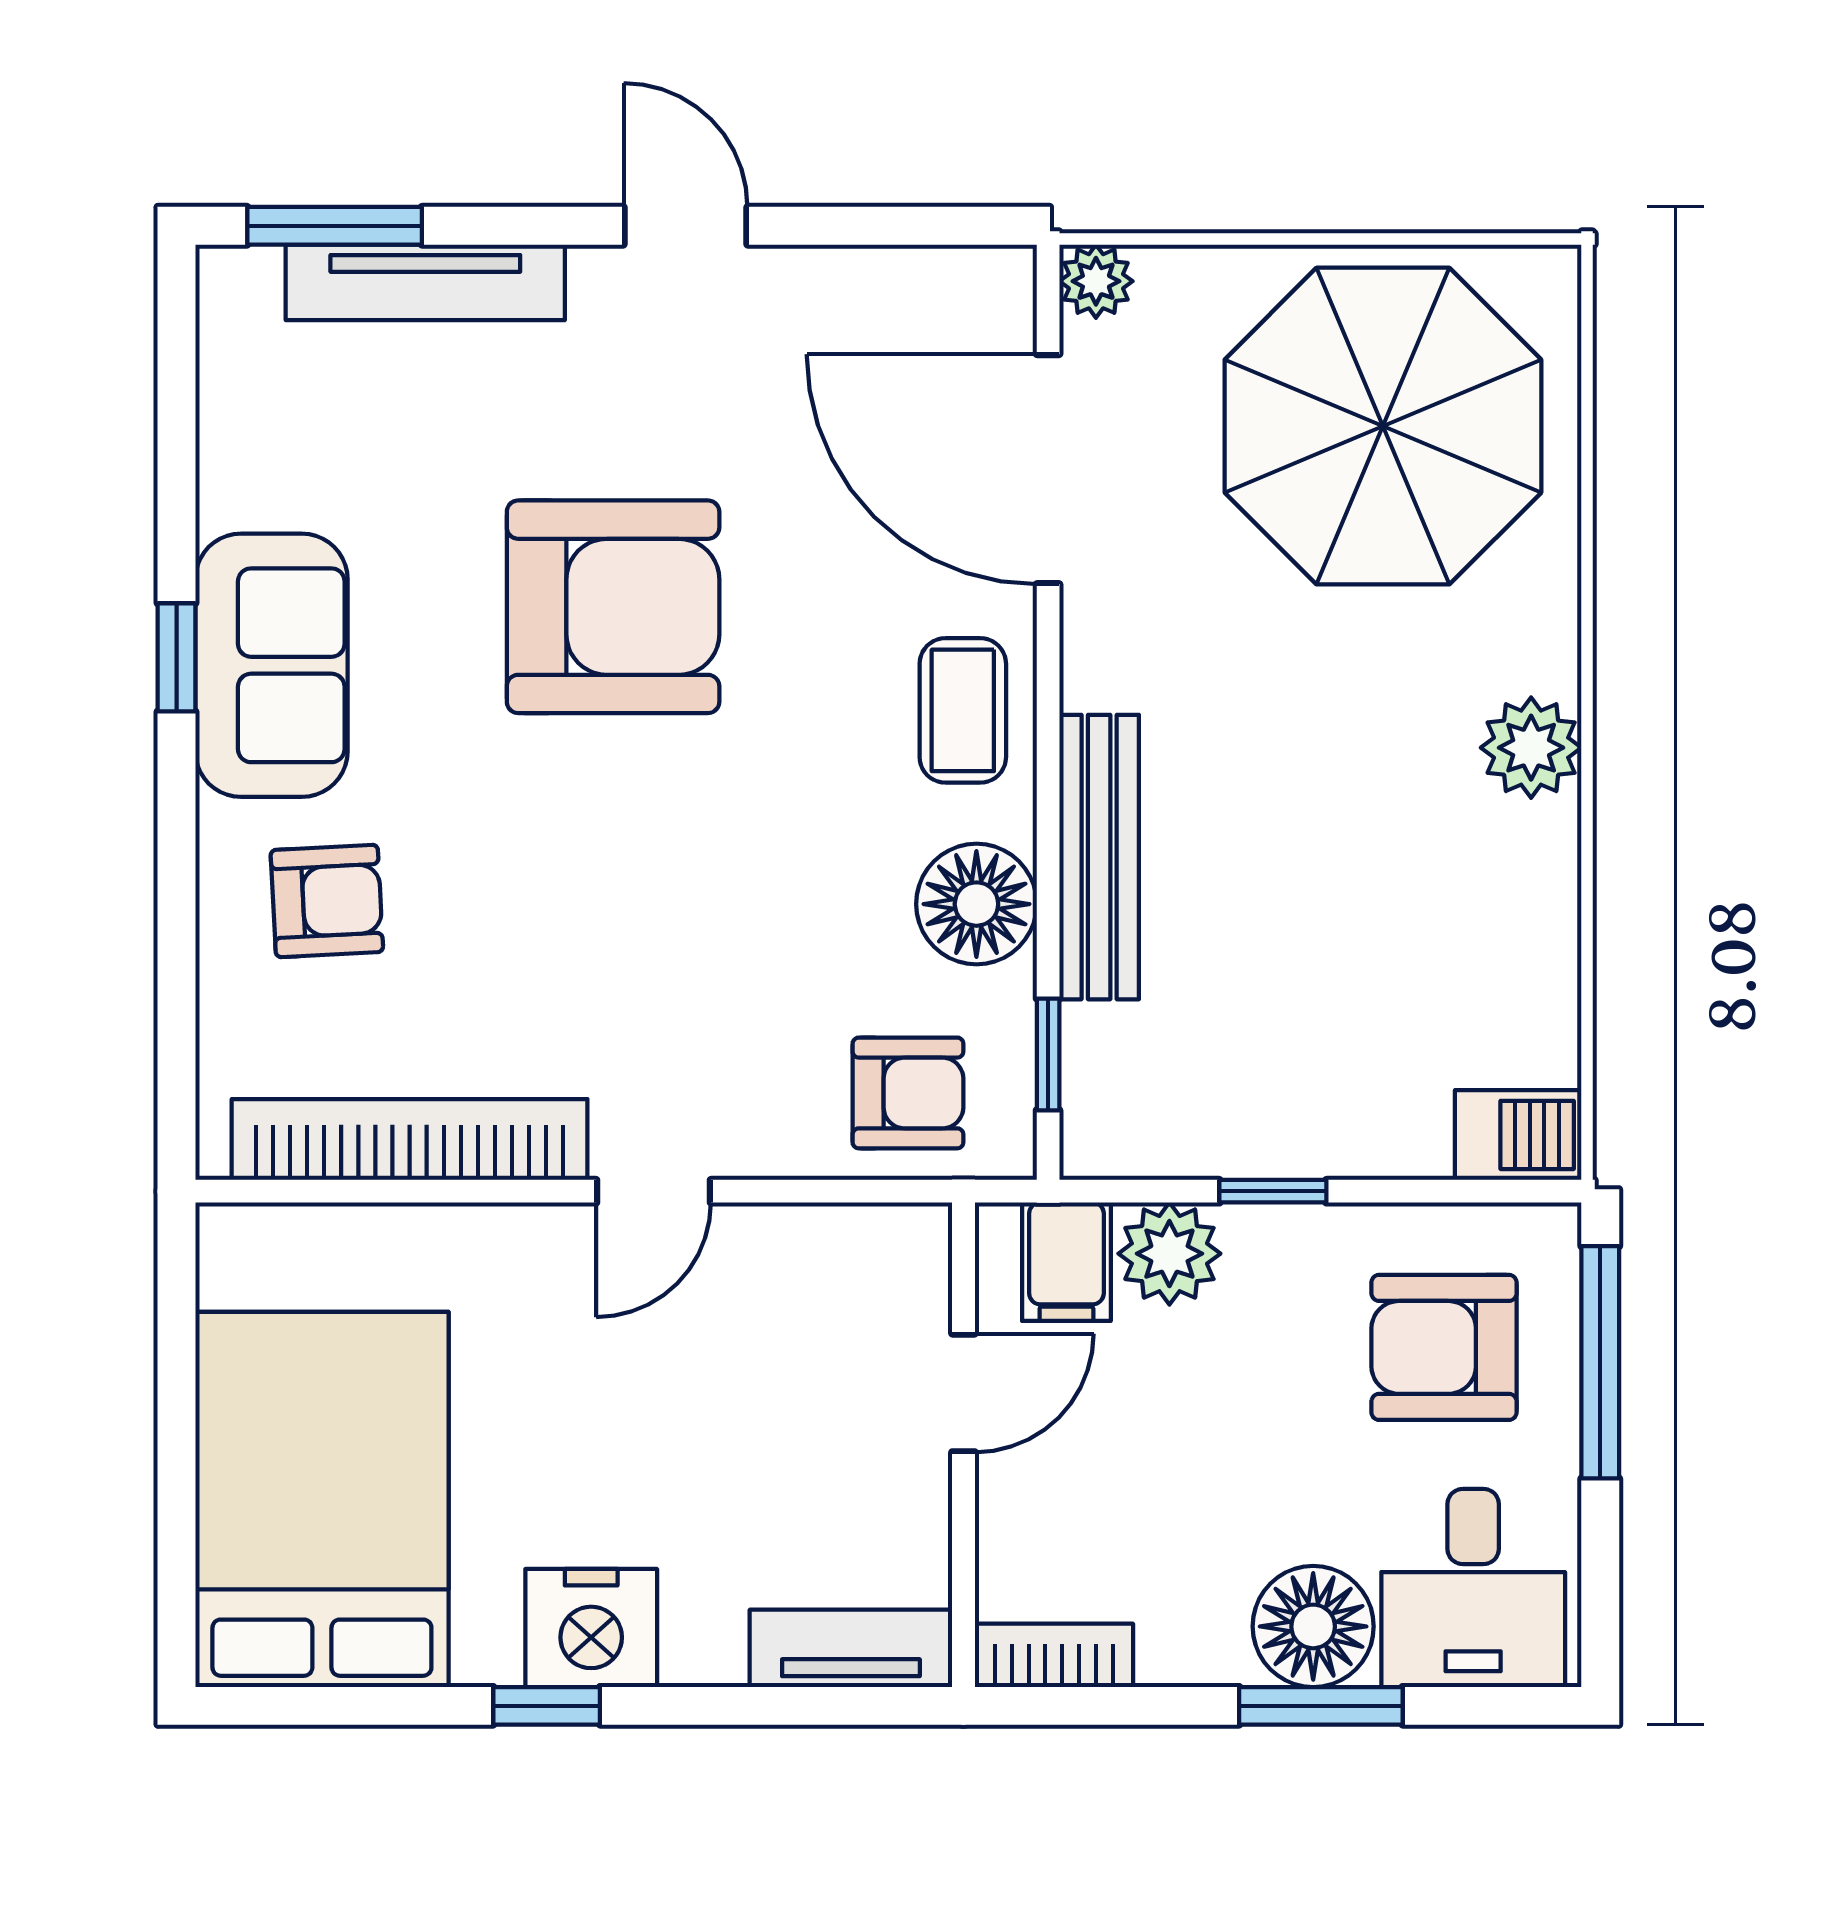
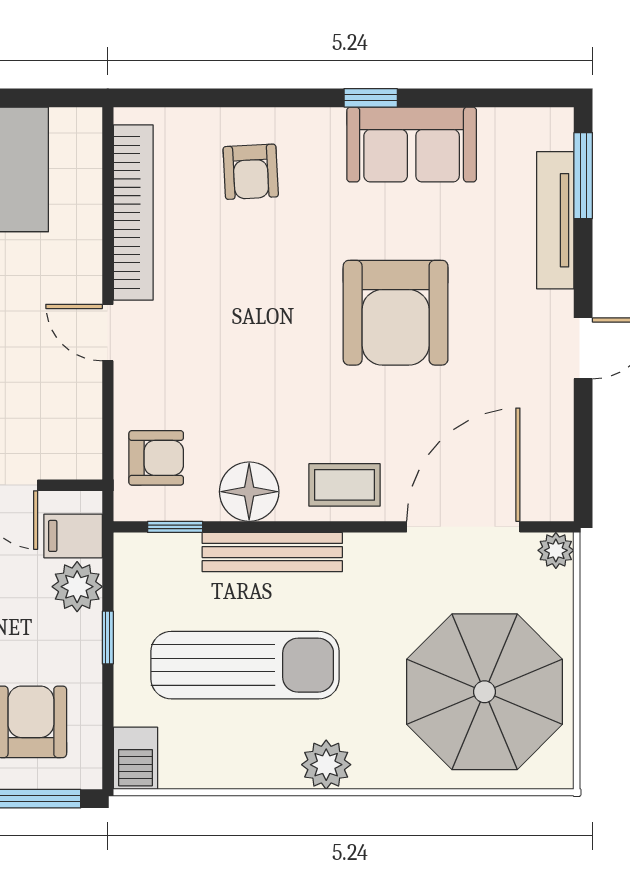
sofa: (271, 665) -> (412, 145), moved
sun lounger: (1329, 912) -> (245, 665), added
armchair: (908, 1093) -> (156, 458), turned -90

